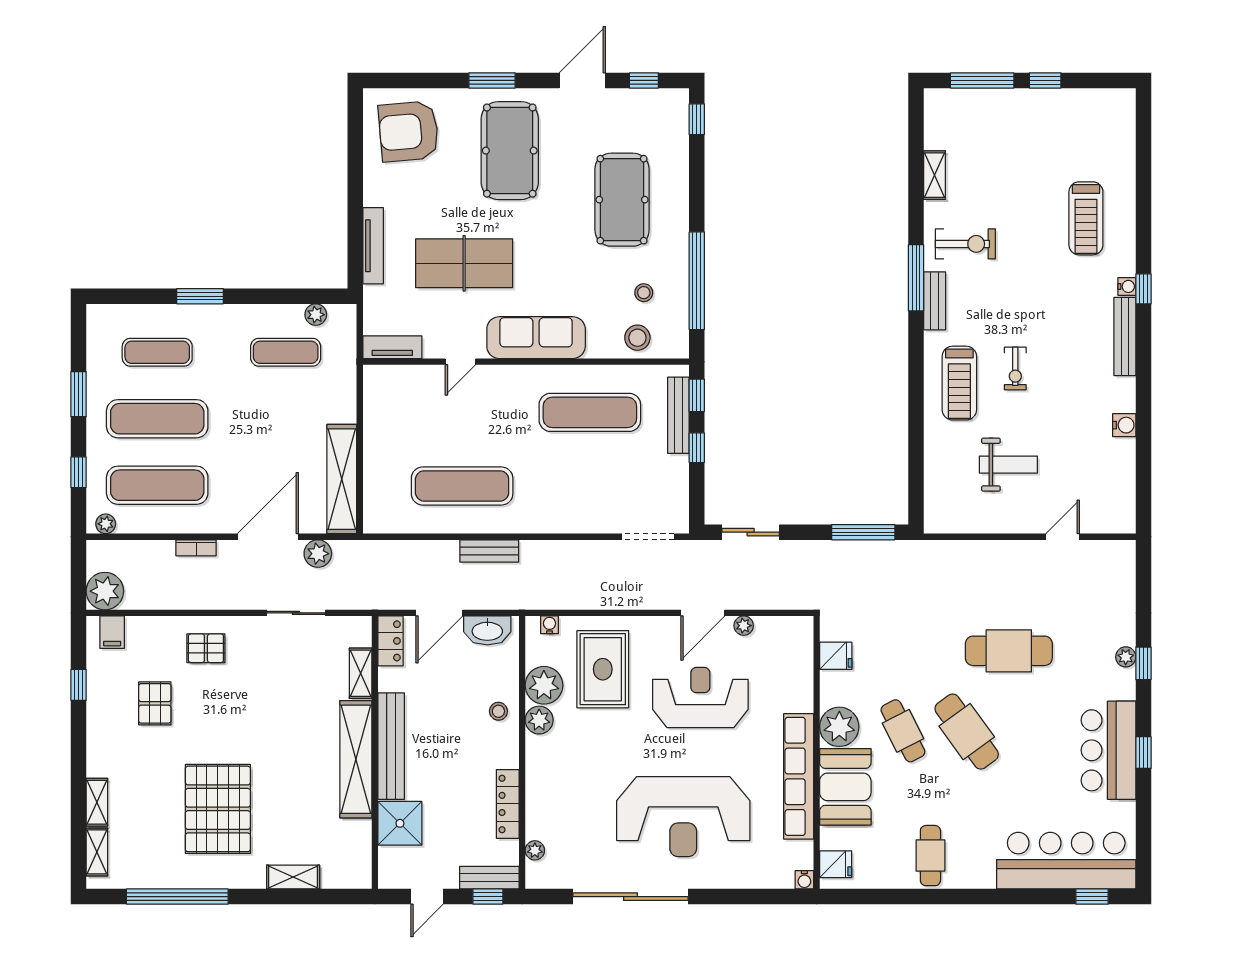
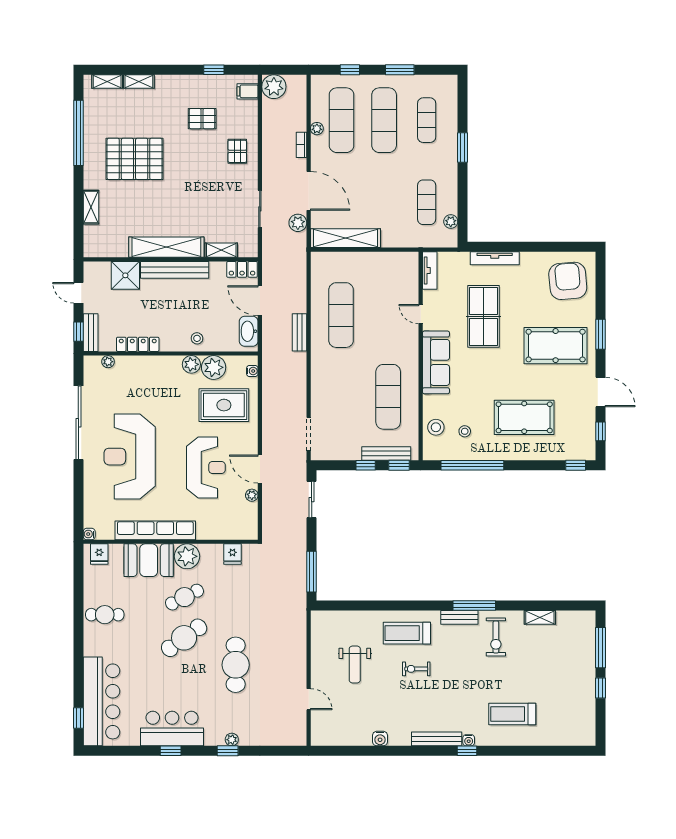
plant: (106, 524) -> (317, 129), moved

